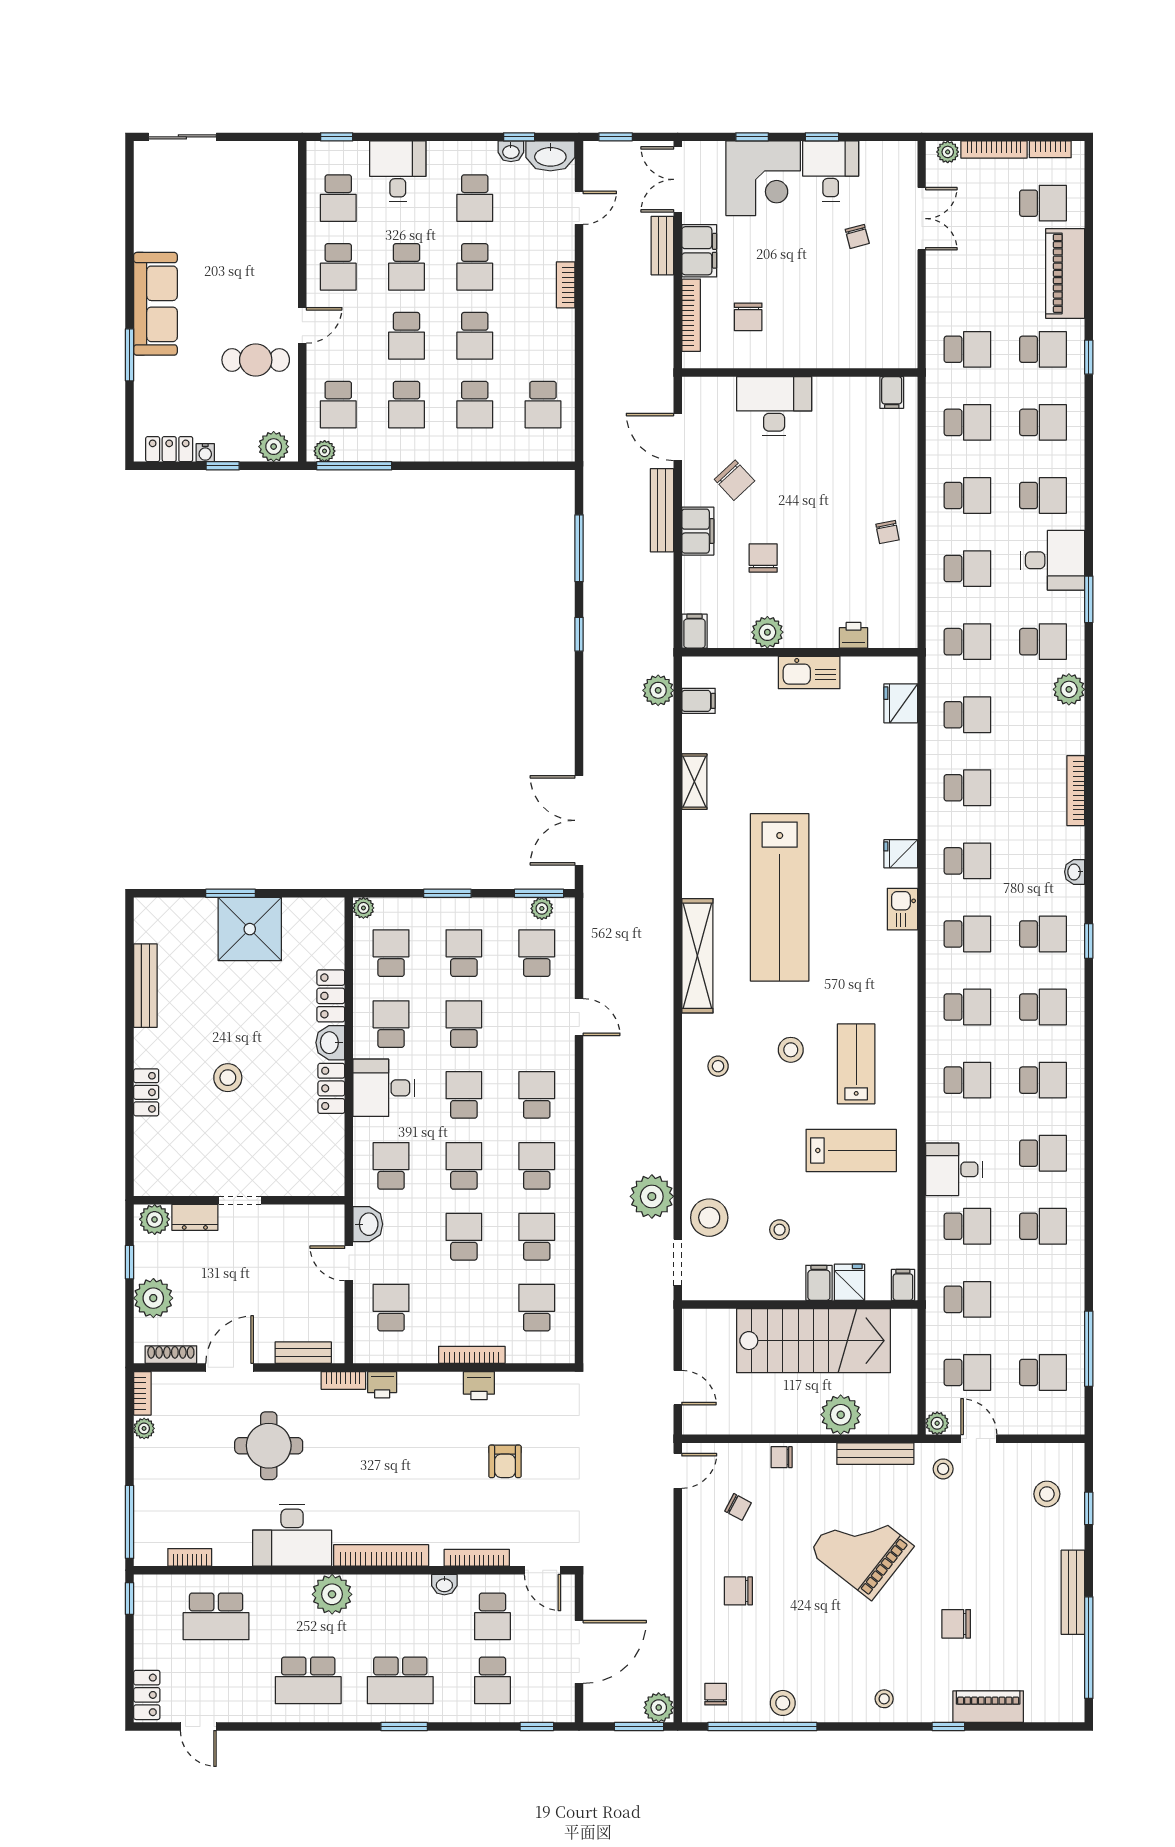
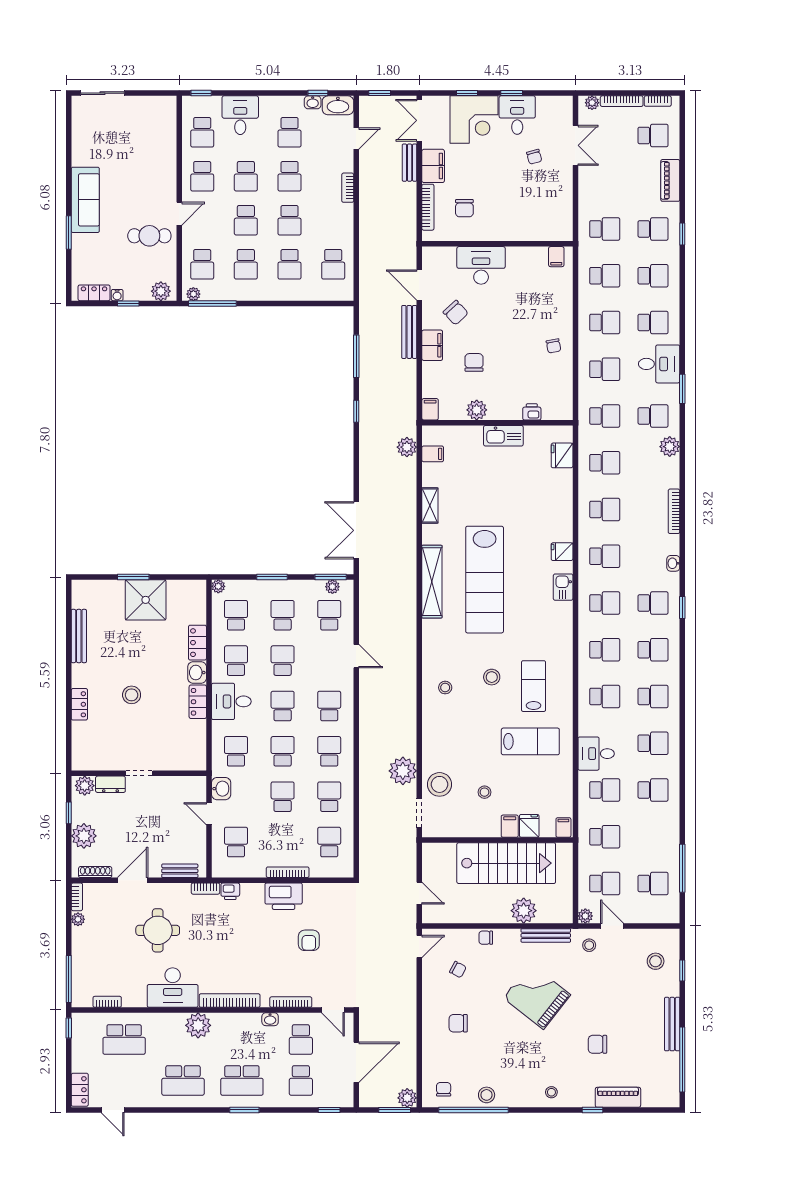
piano: (1065, 273) -> (670, 180), width x0.73, depth x0.75
shelving: (697, 956) -> (432, 582), moved
printer: (479, 1386) -> (284, 896), width x1.87, depth x1.48

